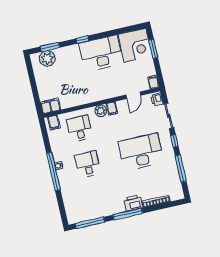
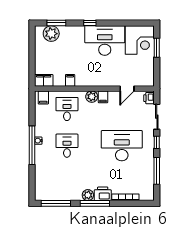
filing cabinet: (154, 82) -> (70, 80), moved
plant: (119, 208) -> (88, 195), added

